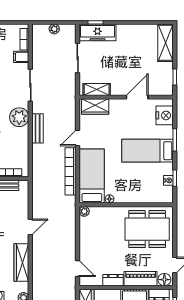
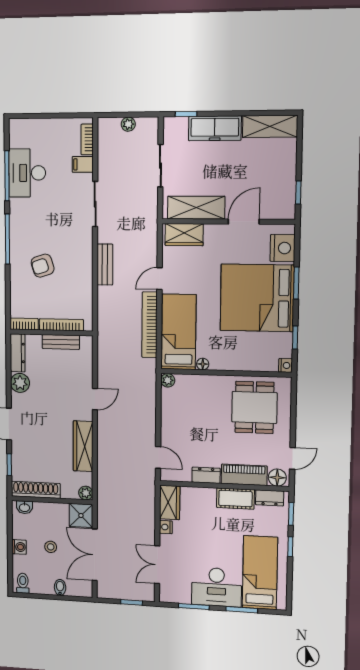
freezer: (98, 32) -> (215, 128), moved
shelving: (166, 43) -> (270, 126), moved, turned 90
shelving: (97, 90) -> (196, 208), width x1.50, depth x1.33
plant: (19, 117) -> (80, 249), removed
bed: (147, 151) -> (257, 298), width x2.04
nightstand: (168, 180) -> (285, 365), moved
dining table: (147, 229) -> (254, 407), width x0.73

